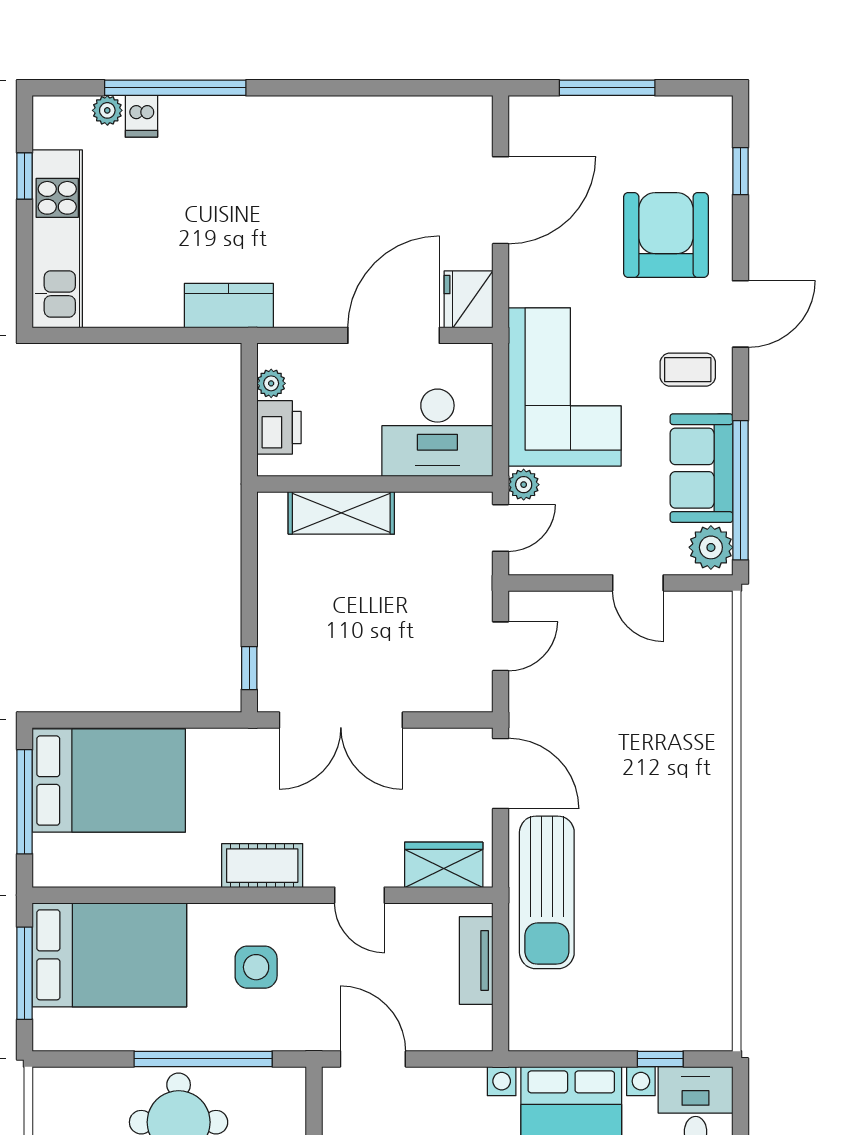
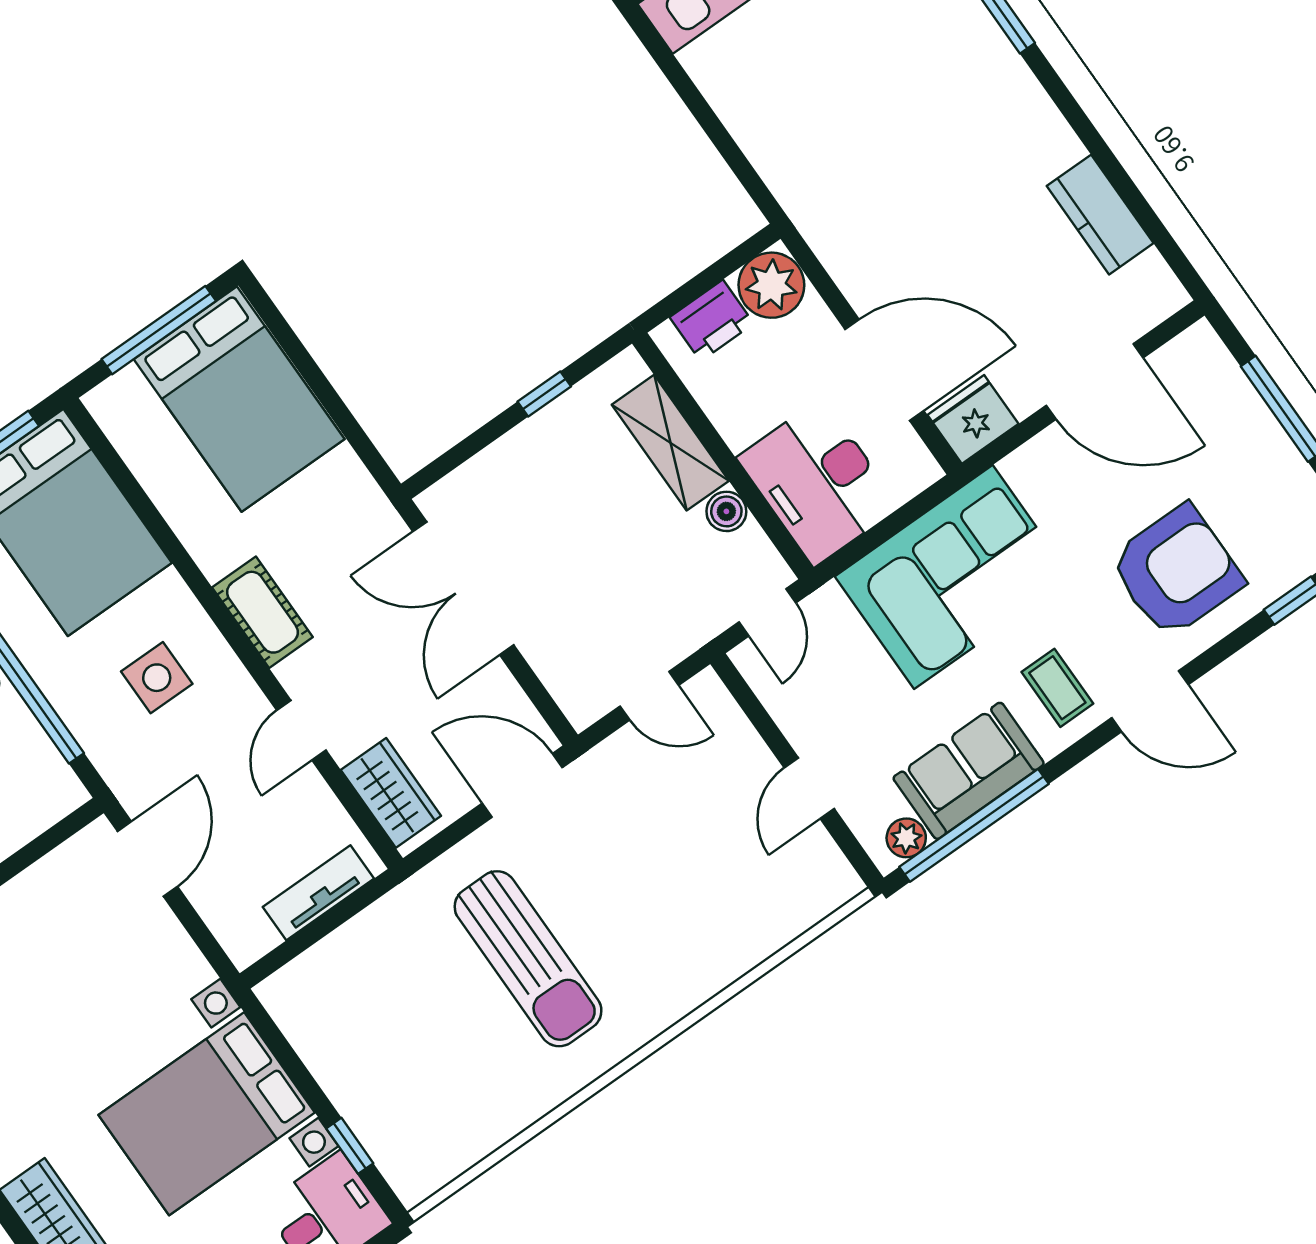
kitchen counter: (229, 306) -> (1100, 215), moved, turned 180
plant: (271, 383) -> (771, 285), width x1.88, depth x1.88
plant: (524, 485) -> (827, 605), removed
boiler: (414, 508) -> (726, 511), added
door: (501, 528) -> (767, 612), hinge flipped
plant: (711, 547) -> (906, 838), width x0.73, depth x0.73
window: (249, 668) -> (544, 394), moved
door: (501, 773) -> (522, 785), swing flipped
sun lounger: (547, 892) -> (528, 959), moved, turned -90

